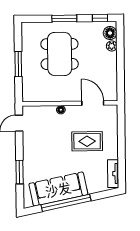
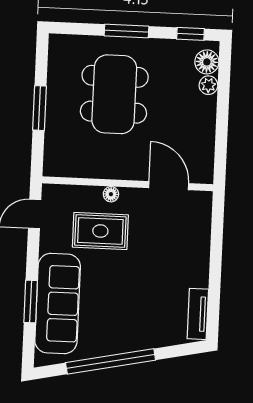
rug: (87, 141) -> (100, 231), moved
sofa: (58, 189) -> (58, 303), moved, turned 102

